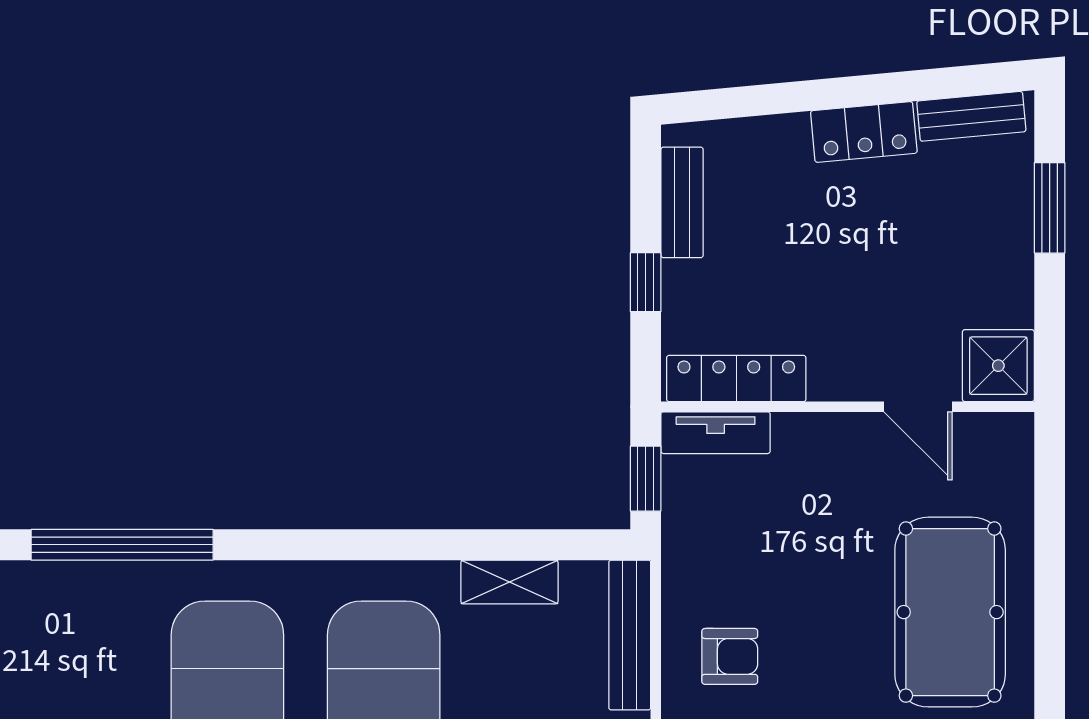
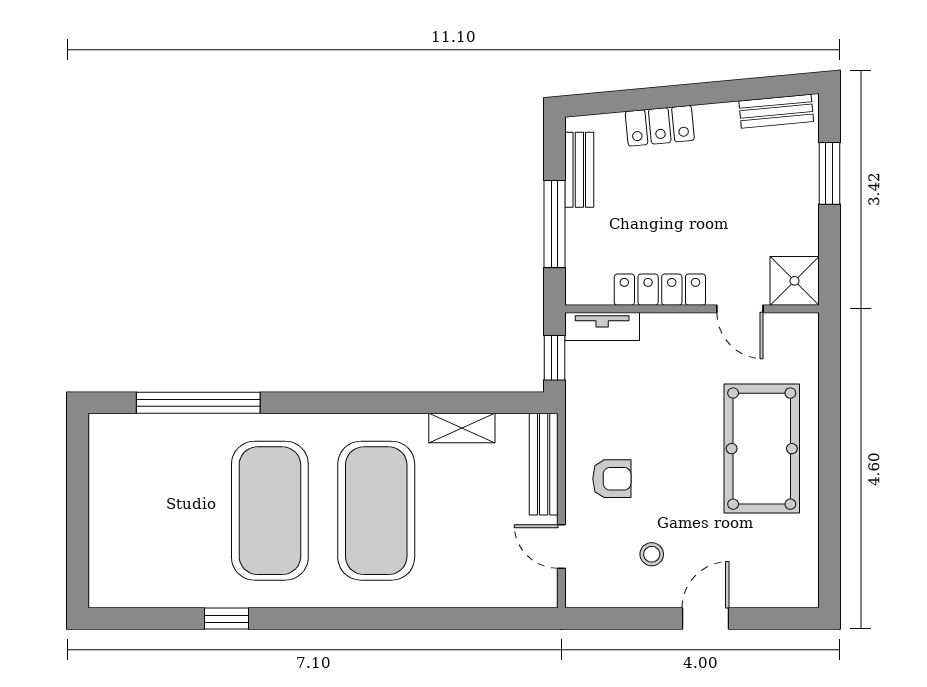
locker: (864, 132) -> (660, 126), moved
window: (646, 282) -> (555, 224), width x2.17
locker: (736, 379) -> (660, 290), moved

